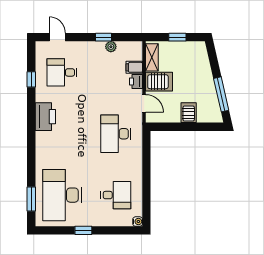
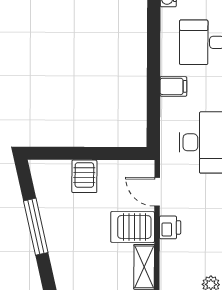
filing cabinet: (134, 67) -> (173, 86), moved
window: (221, 94) -> (36, 227), moved

